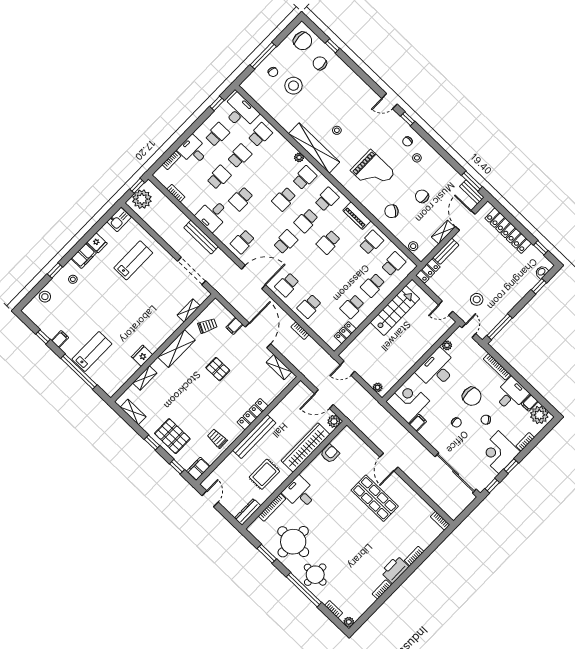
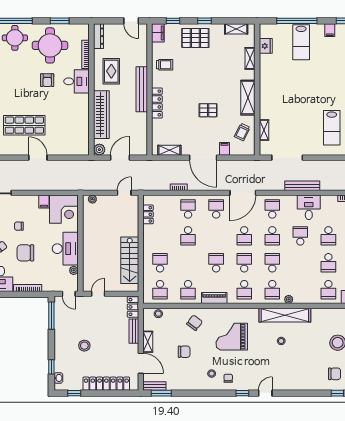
school desk: (263, 220) -> (272, 236), added
stool: (477, 299) -> (84, 346), moved
school desk: (352, 307) -> (188, 236), moved, turned 180
fridge: (142, 356) -> (266, 46), moved
armchair: (330, 454) -> (47, 80), moved

